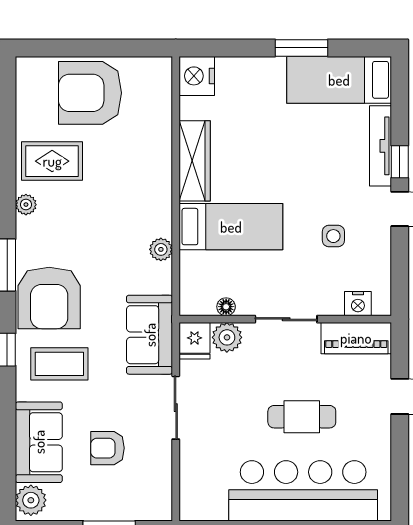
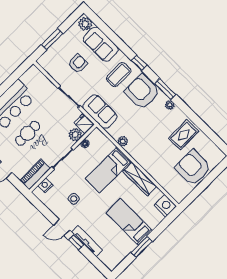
bed: (339, 80) -> (129, 222), moved, turned -90
armchair: (90, 93) -> (193, 168), turned -90
plant: (26, 205) -> (170, 105), moved

